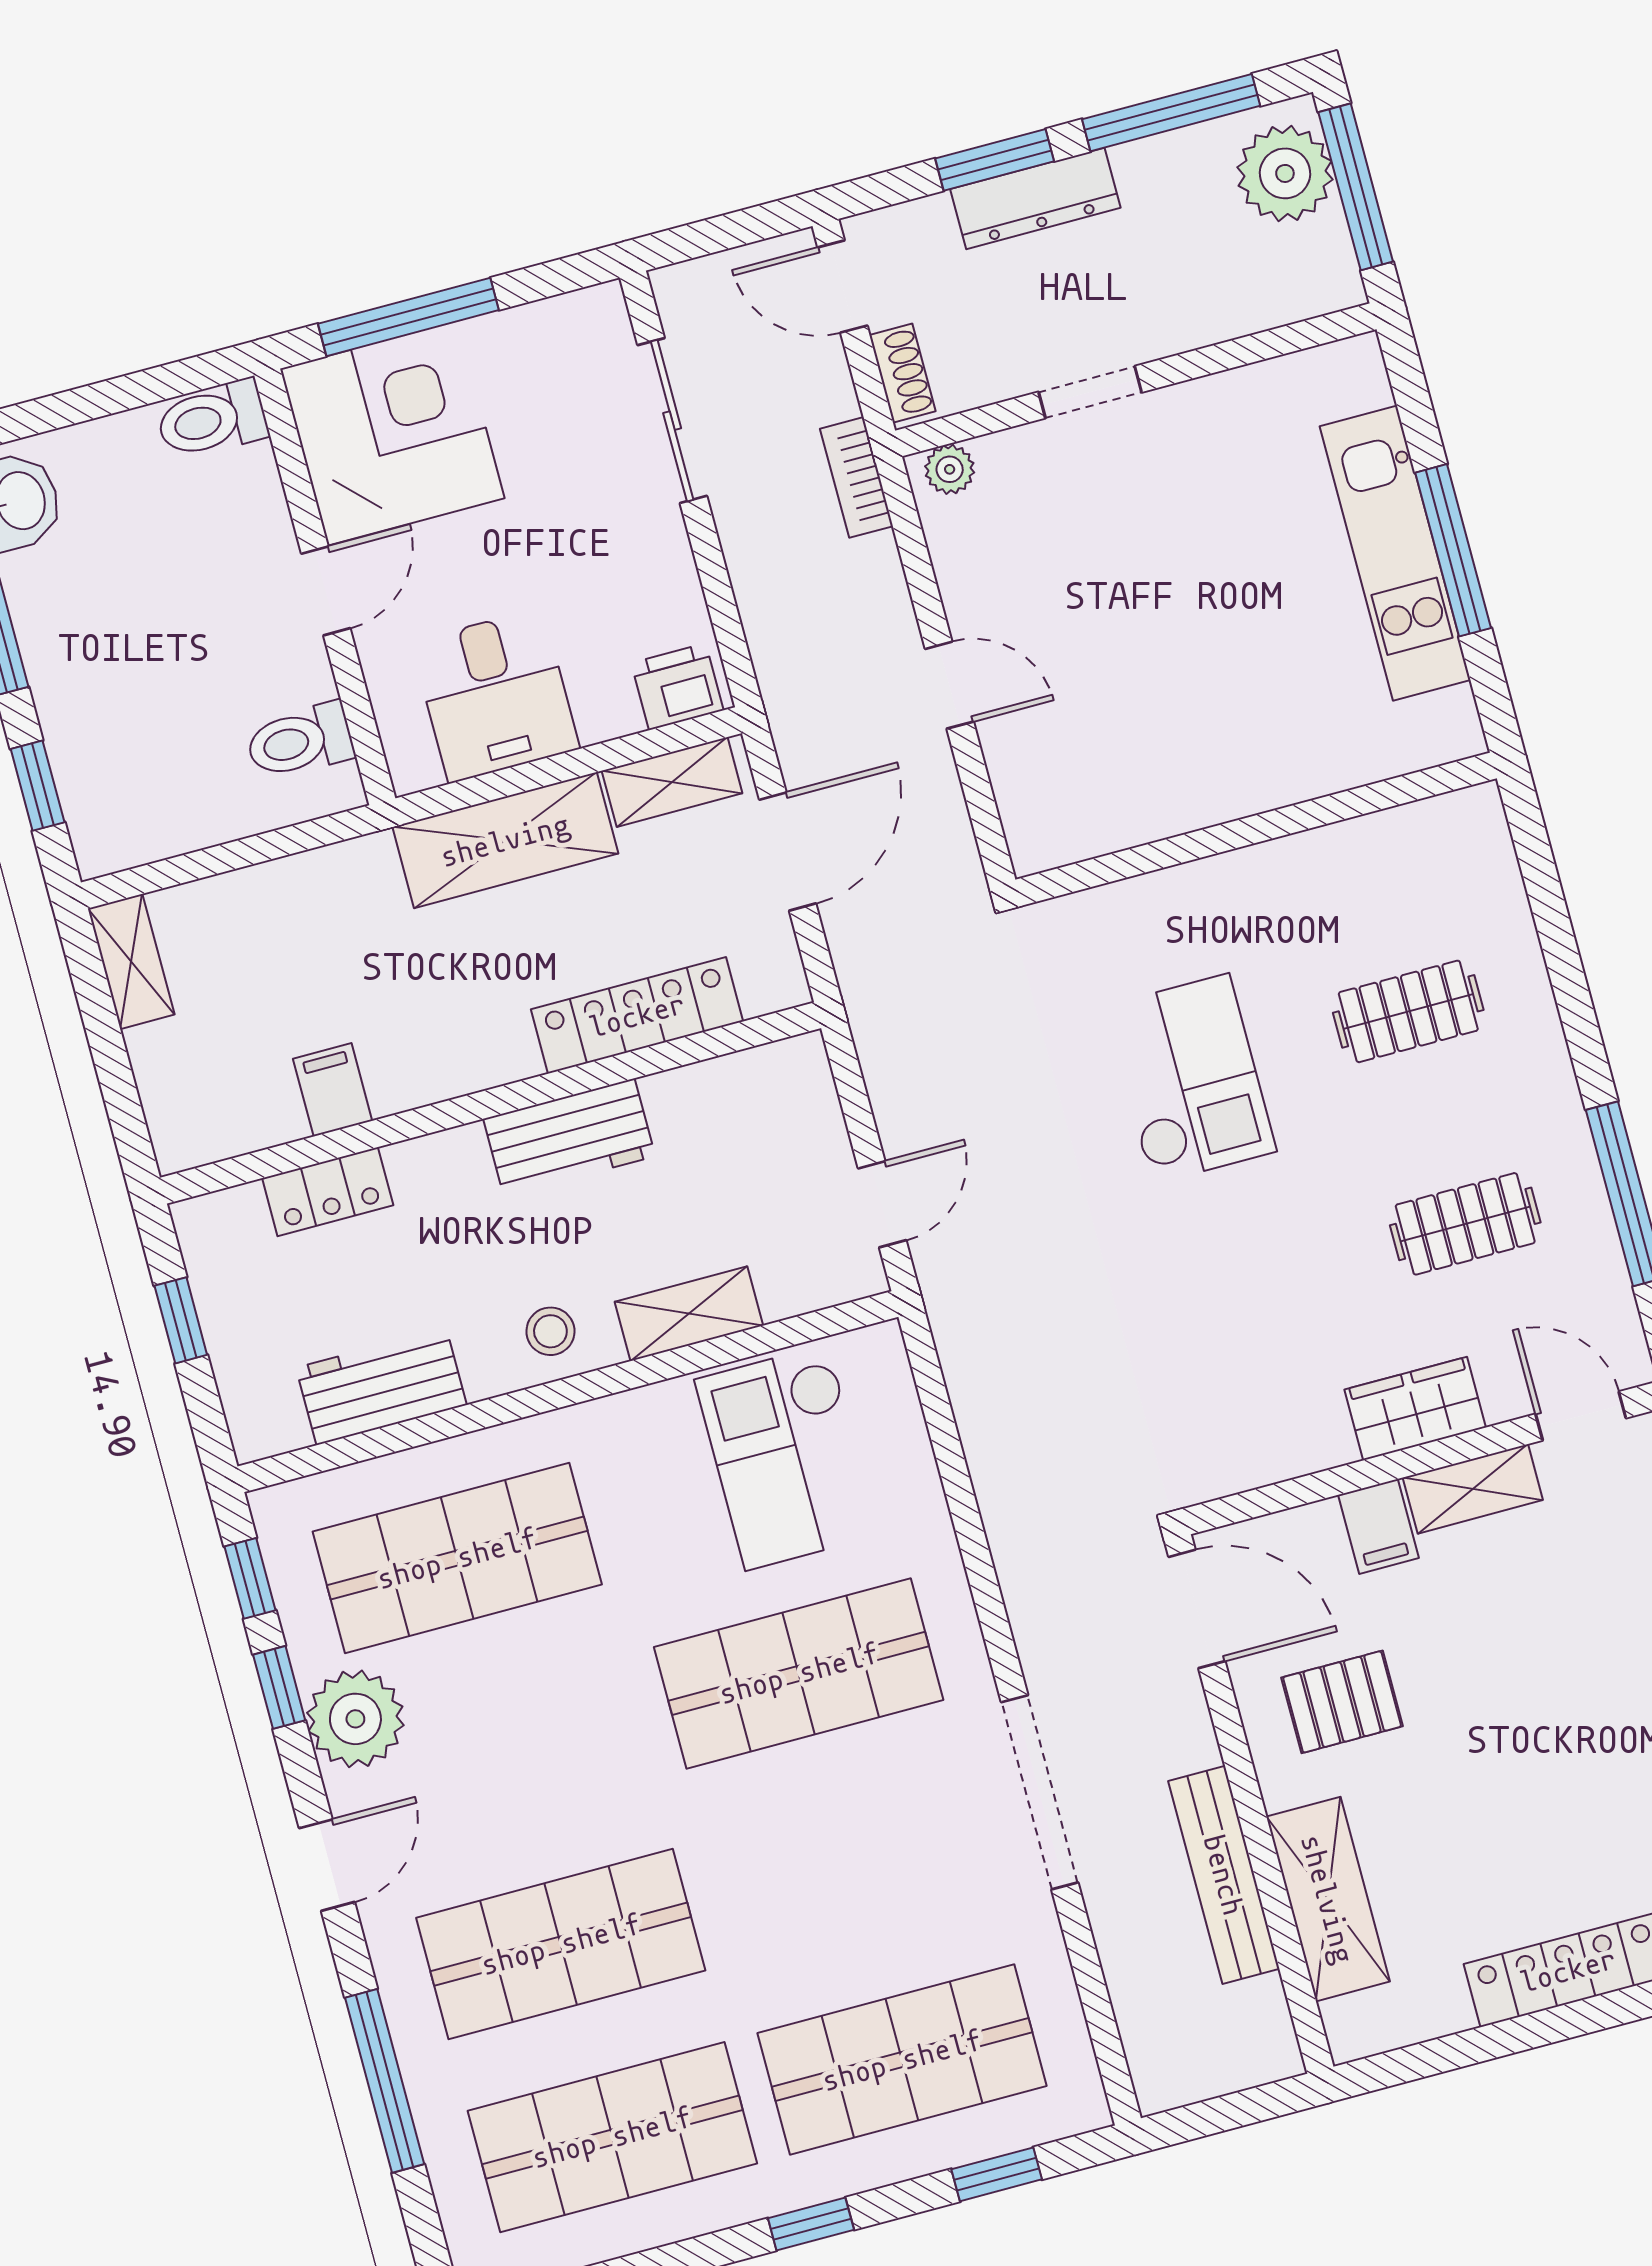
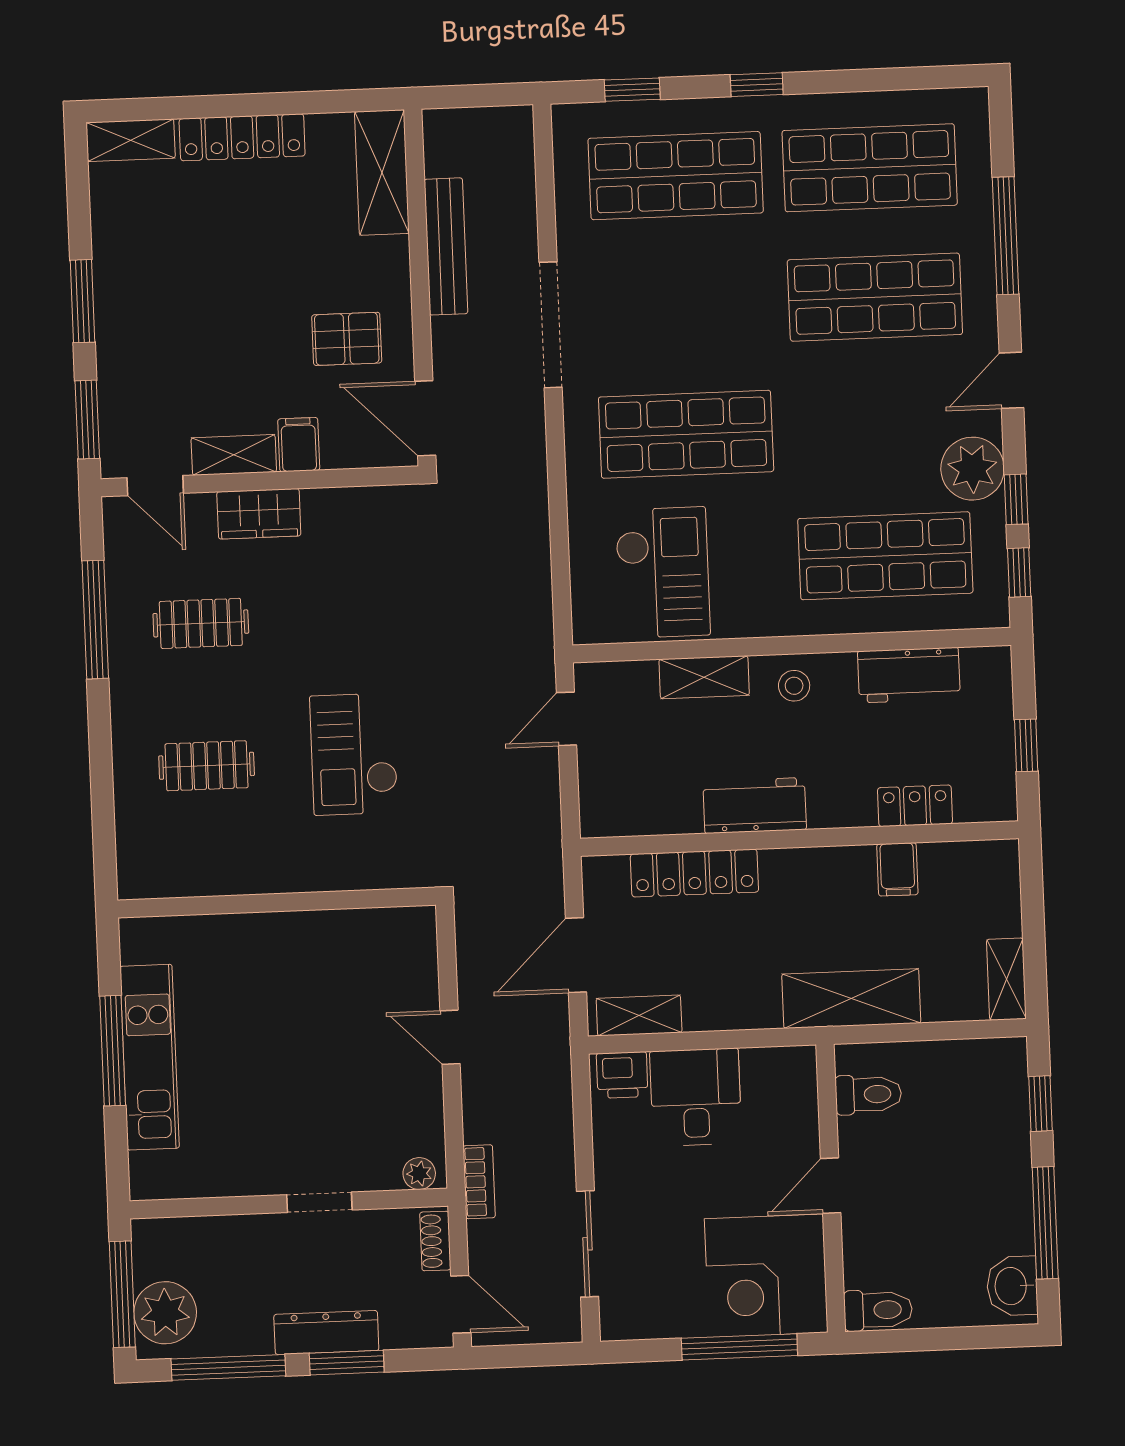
desk: (495, 695) -> (696, 1097), moved
shelving: (505, 840) -> (851, 999), moved
shelving: (1328, 1899) -> (382, 173), moved

